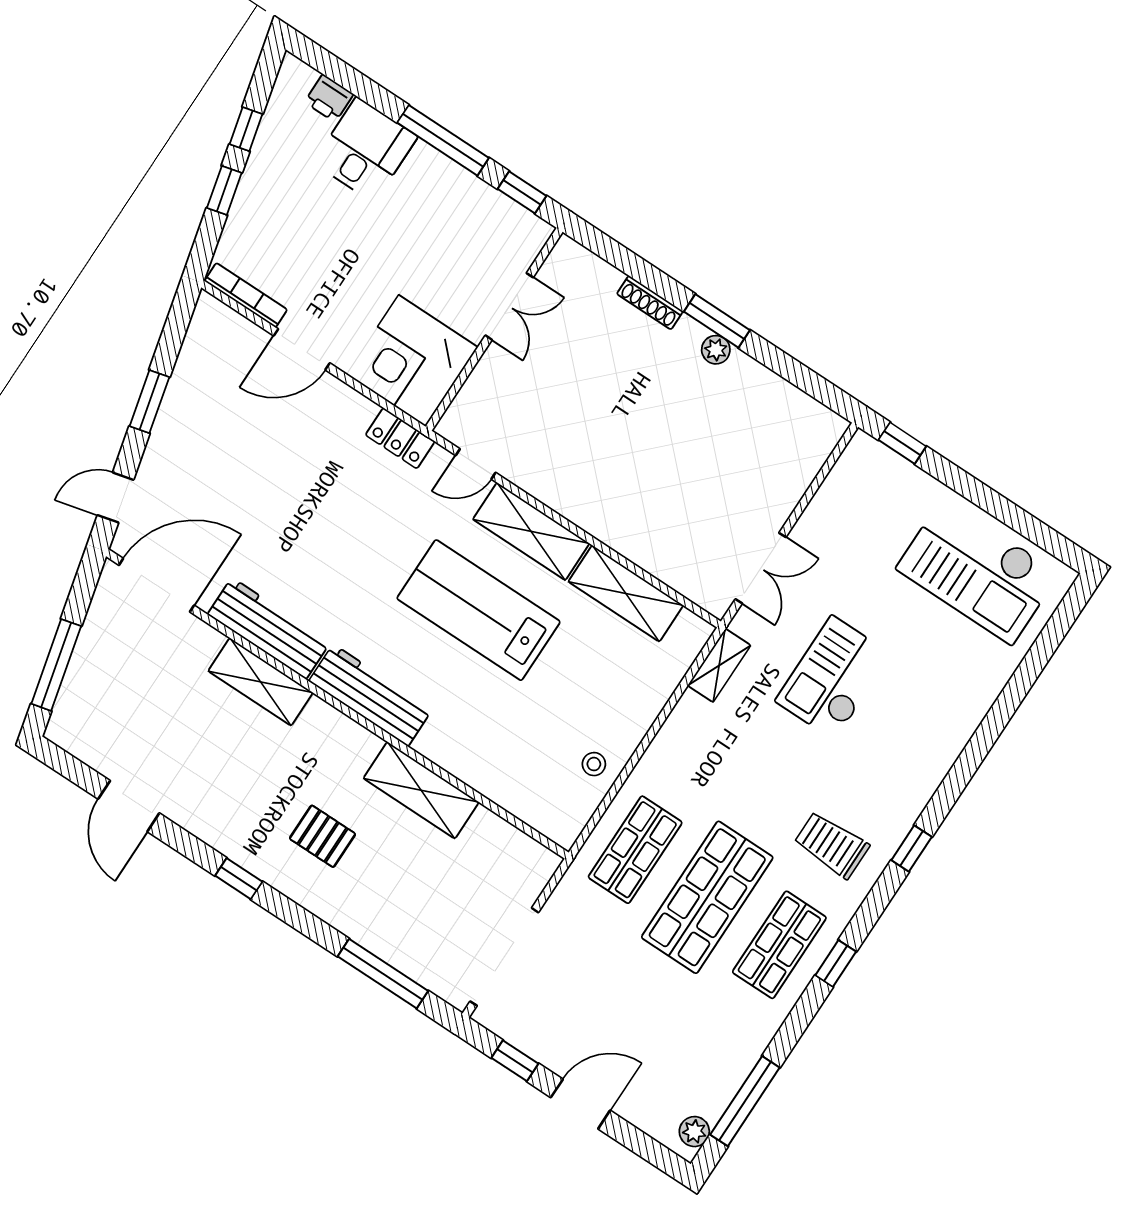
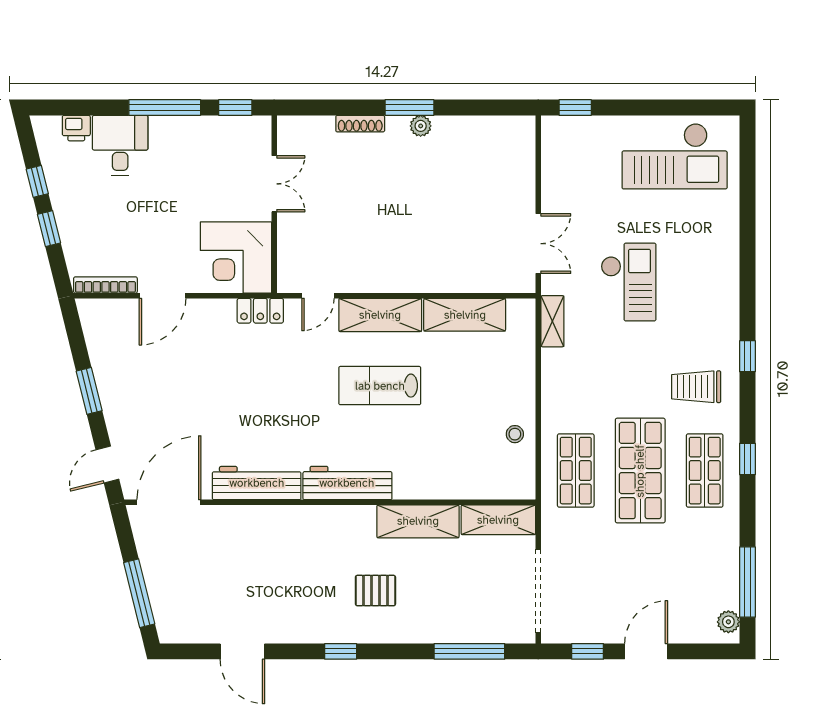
lab bench: (479, 610) -> (380, 386), width x0.73, depth x0.72
checkout: (833, 678) -> (629, 282), turned 180
shelving: (260, 682) -> (498, 520), moved

